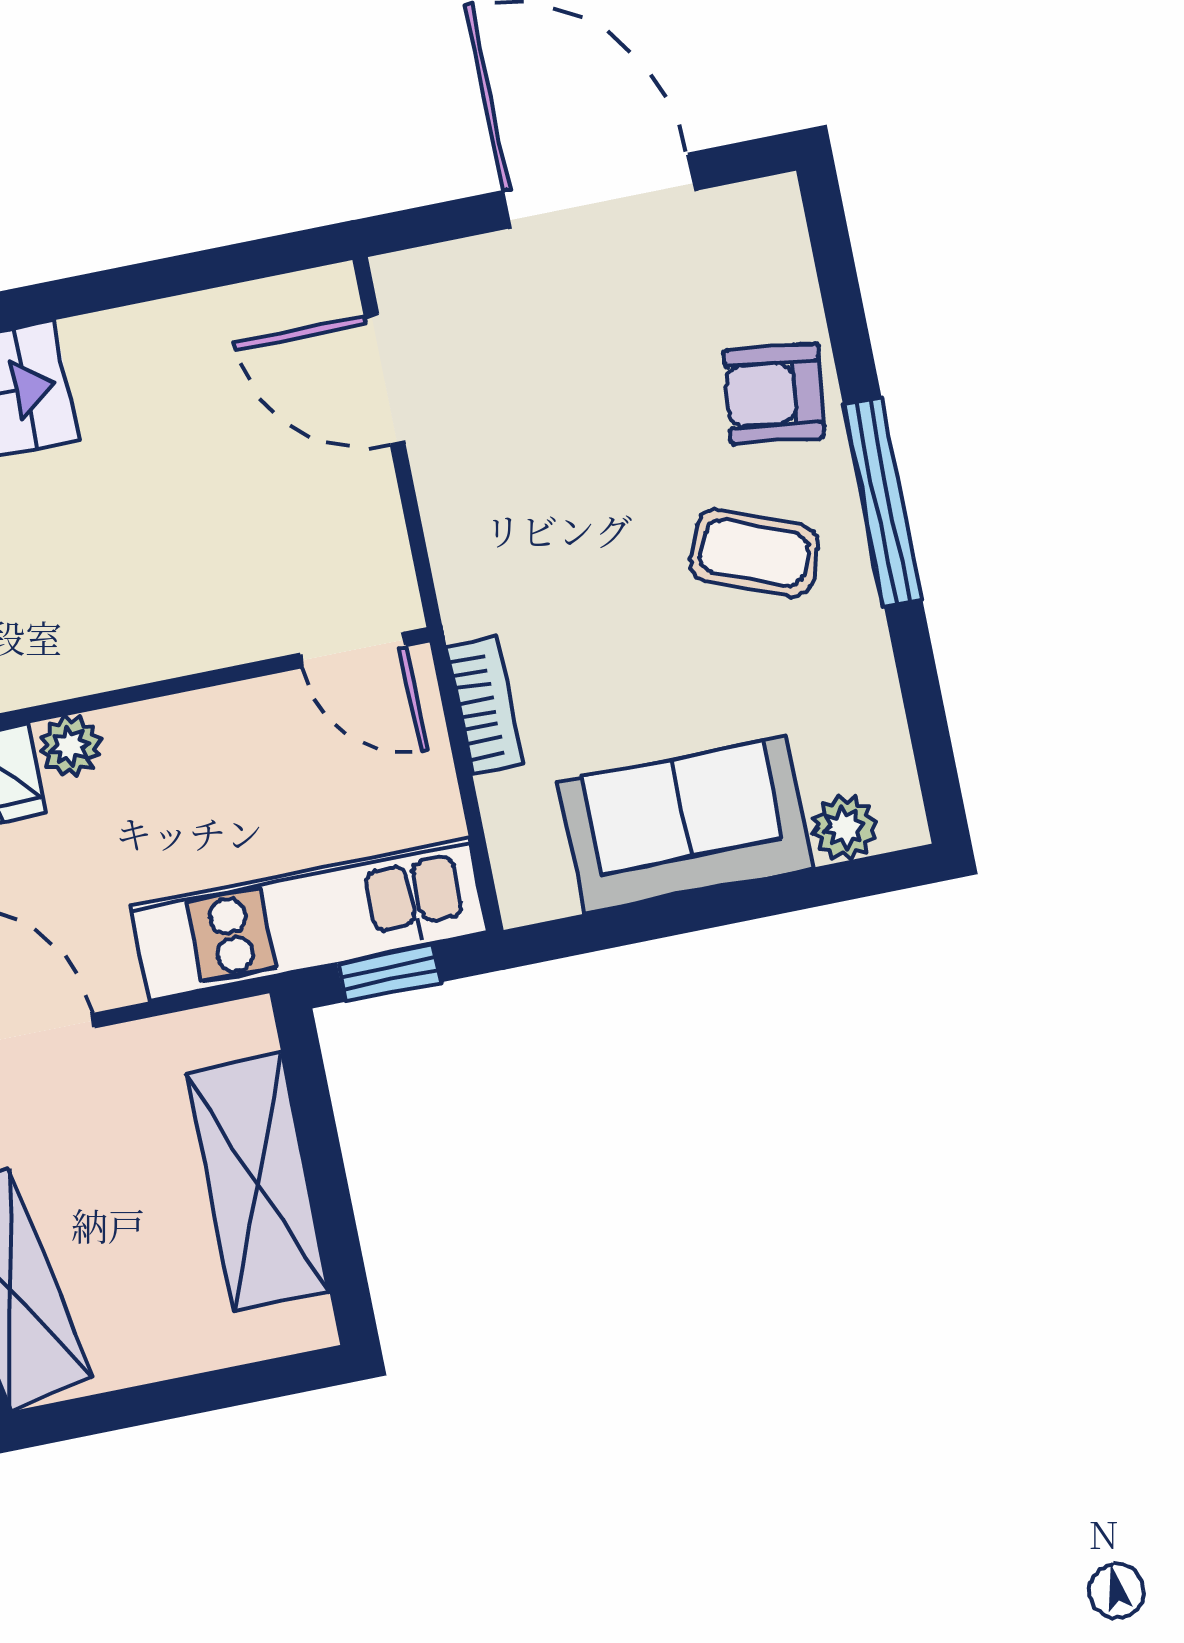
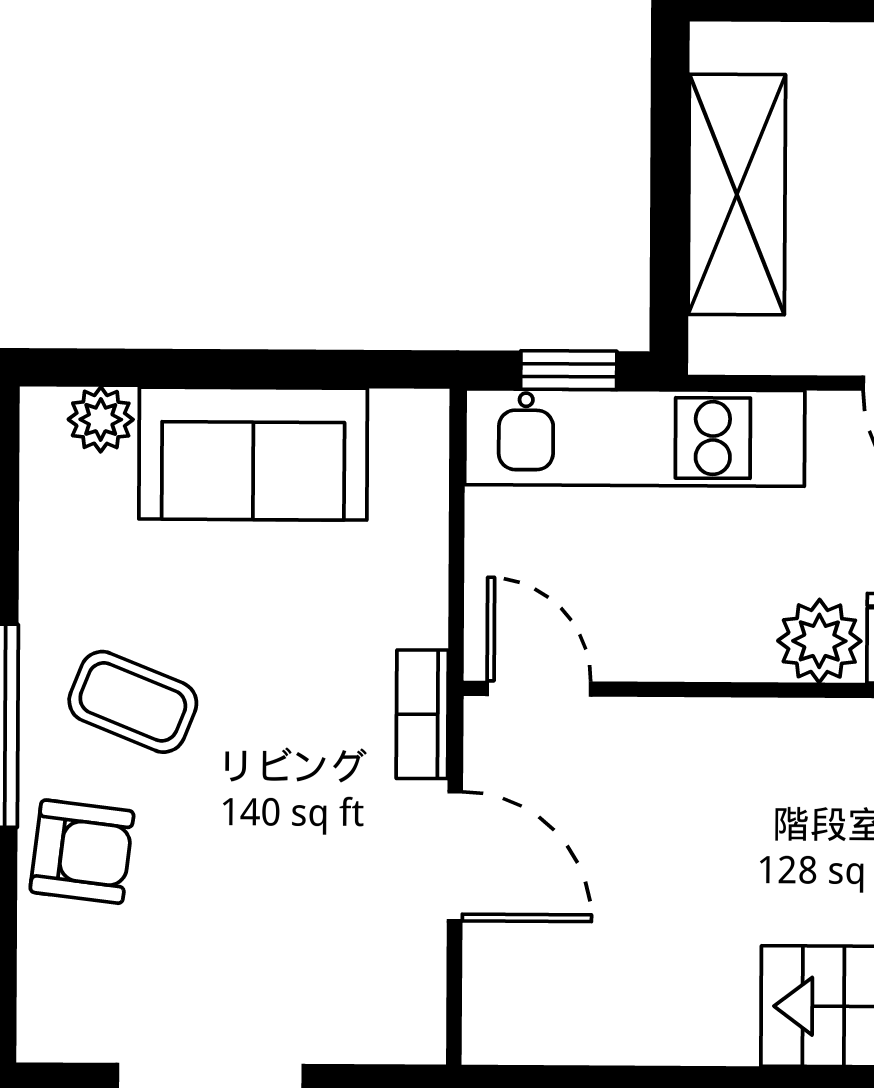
door: (384, 379) -> (455, 856), moved
bookcase: (485, 706) -> (422, 714), moved
plant: (70, 746) -> (819, 641), width x1.38, depth x1.38

